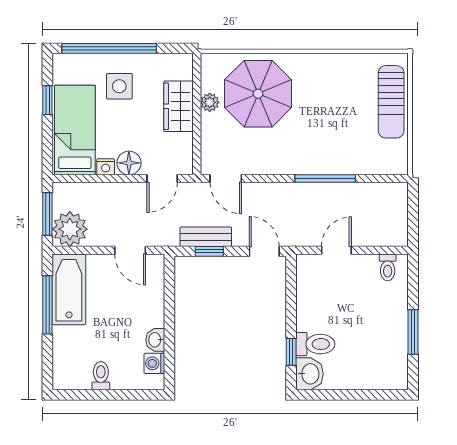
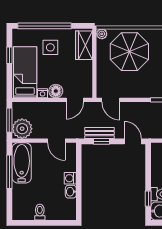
plant: (210, 102) -> (102, 34), moved
wardrobe: (178, 106) -> (84, 45), moved
washing machine: (154, 363) -> (70, 178), moved

